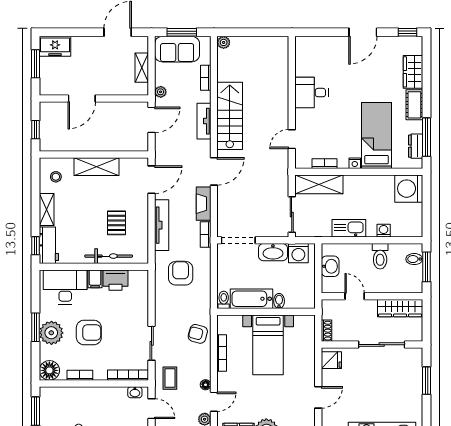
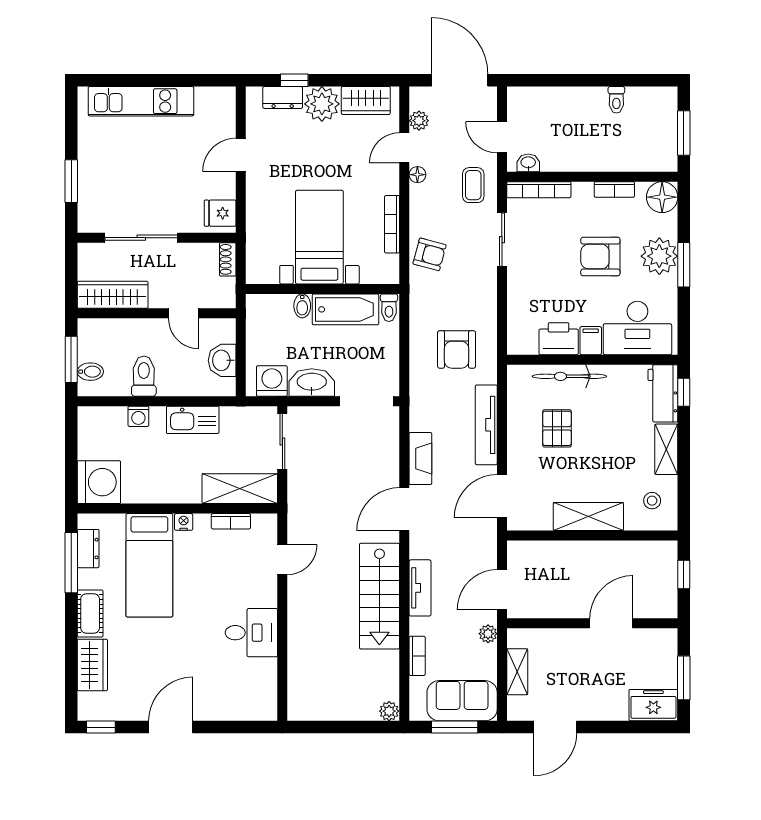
bookcase: (206, 234) -> (417, 410), removed

